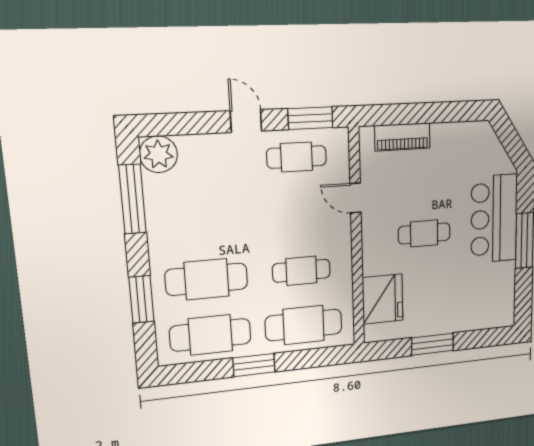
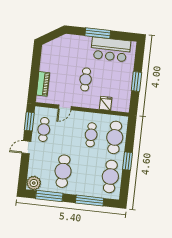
bar counter: (494, 219) -> (111, 49), moved
cafe table: (207, 279) -> (63, 171), moved
window: (141, 299) -> (90, 201), width x1.44
fridge: (383, 299) -> (106, 103), width x0.53, depth x0.75

